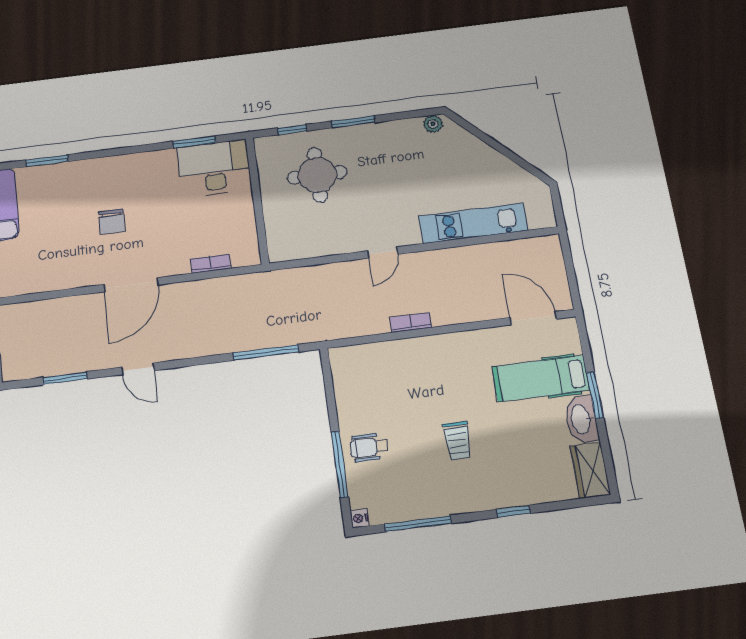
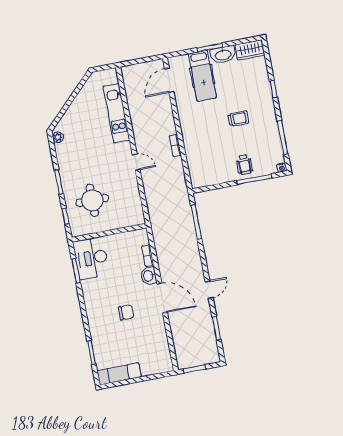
washbasin: (174, 263) -> (149, 276), added

